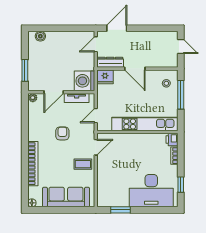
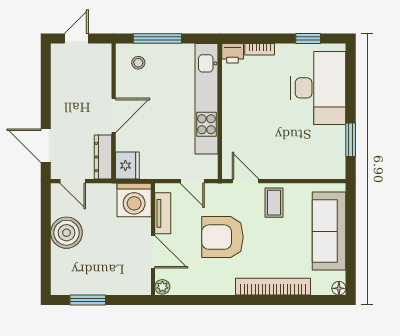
boiler: (40, 36) -> (66, 233), moved, width x1.86, depth x1.86
window: (25, 70) -> (88, 300), moved
armchair: (62, 133) -> (222, 237), width x1.88, depth x1.88

